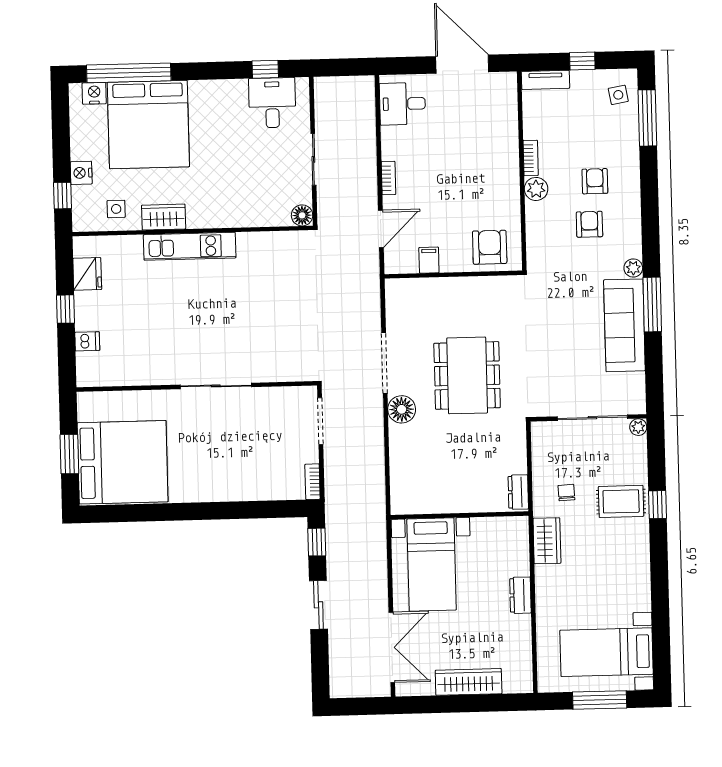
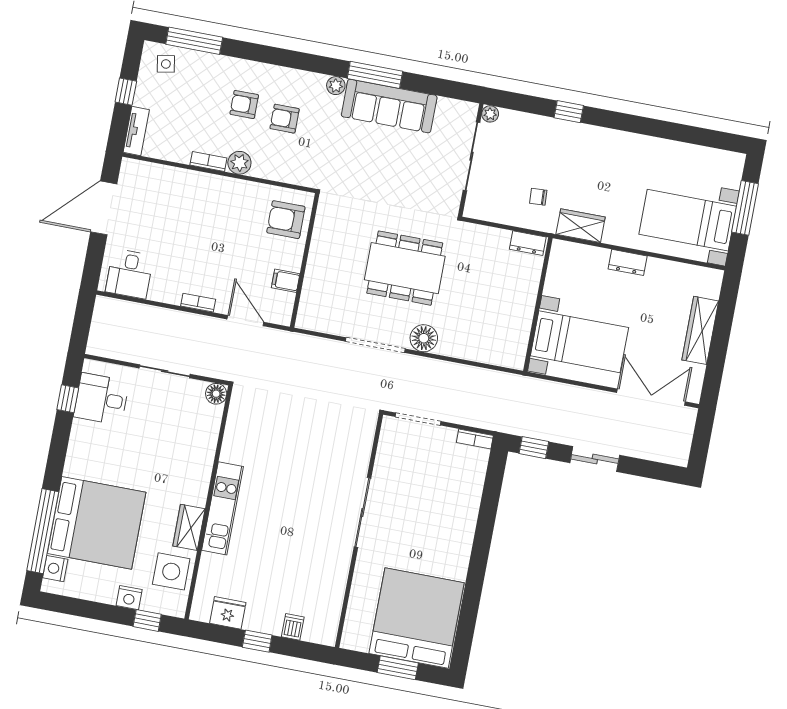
side table: (116, 209) -> (171, 571), width x1.87, depth x1.87
rug: (621, 501) -> (558, 146), removed
bed with nightstands: (607, 652) -> (688, 220), moved, turned 90

